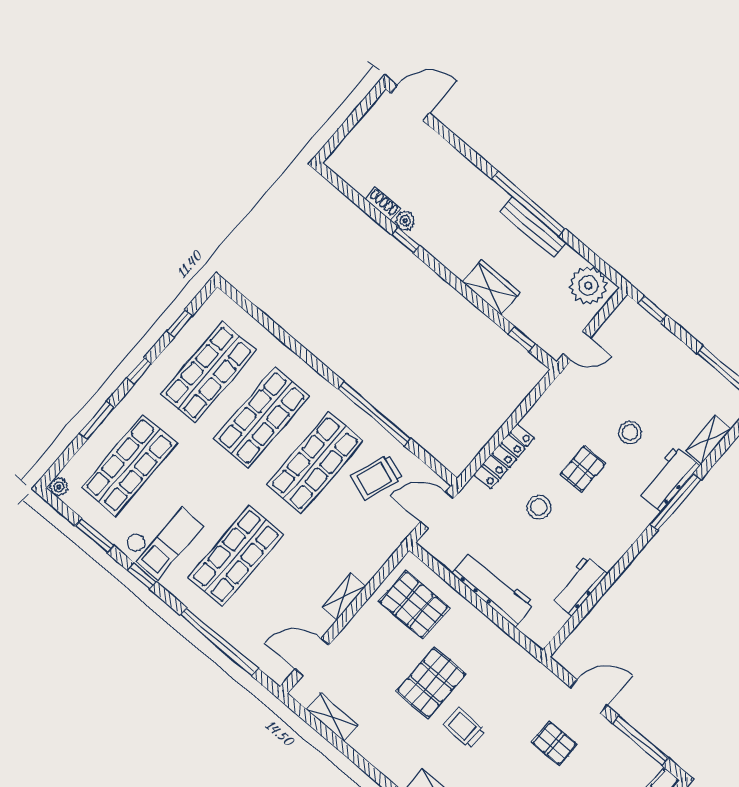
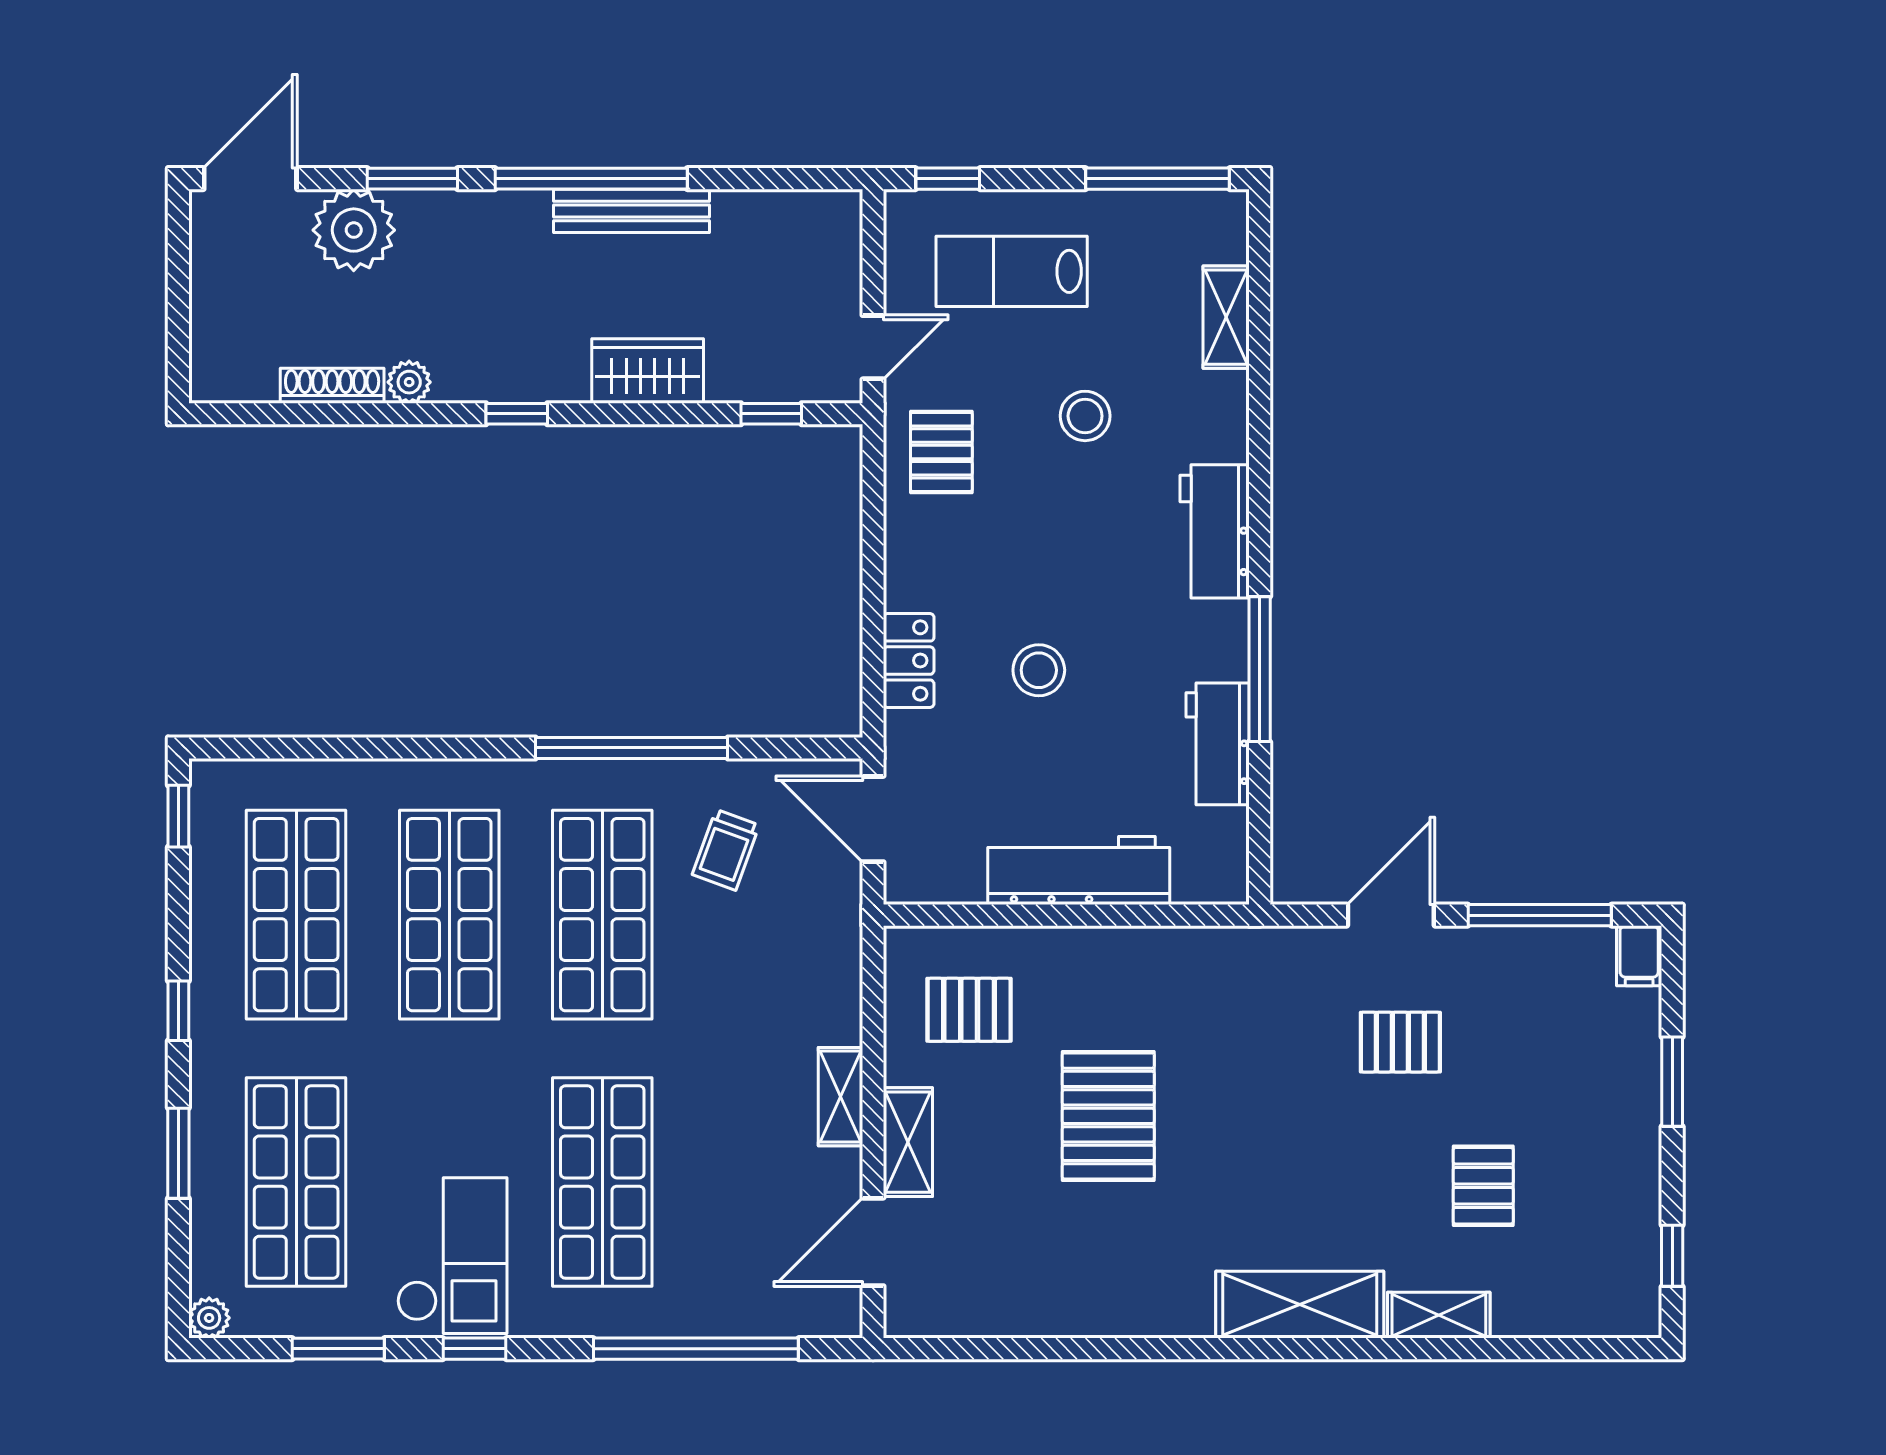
window: (466, 151) -> (412, 179), added
shoe rack: (383, 204) -> (332, 386), width x1.43
window: (406, 240) -> (517, 414), moved
plant: (588, 285) -> (354, 230), moved
window: (179, 323) -> (178, 816), moved
lab bench: (647, 361) -> (1012, 271), added
locker: (504, 456) -> (909, 661), width x0.66
pallet: (583, 469) -> (941, 452), moved
trolley: (377, 477) -> (726, 850), width x0.73, depth x0.72
workbench: (668, 479) -> (1215, 531), moved
window: (676, 502) -> (1260, 669), moved
door: (437, 510) -> (873, 819), hinge flipped
pallet: (414, 605) -> (969, 1010), width x0.67, depth x0.71
shelving: (332, 717) -> (908, 1142), moved, turned 90
trolley: (464, 728) -> (1228, 1145), removed

